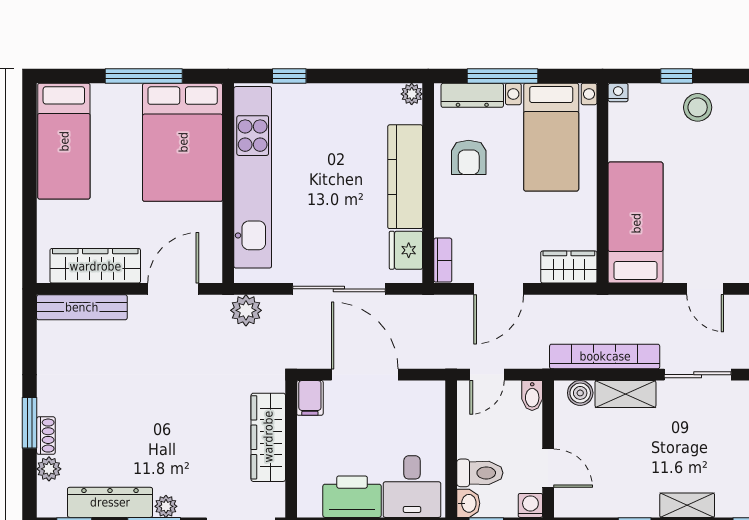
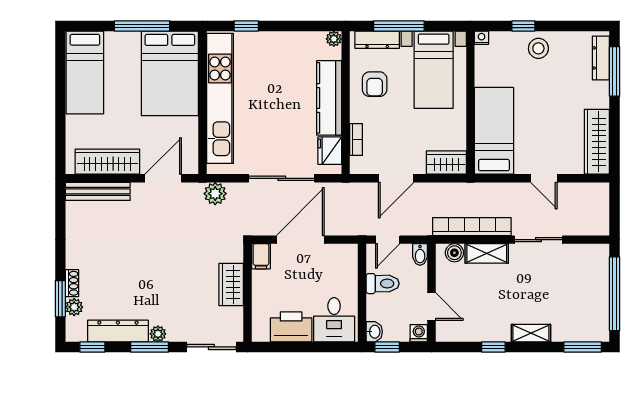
bookcase: (443, 260) -> (356, 140), moved
door: (365, 375) -> (300, 240), hinge flipped
window: (30, 423) -> (60, 299), moved
wardrobe: (268, 437) -> (231, 284), width x0.67
toilet: (480, 473) -> (383, 284), moved

